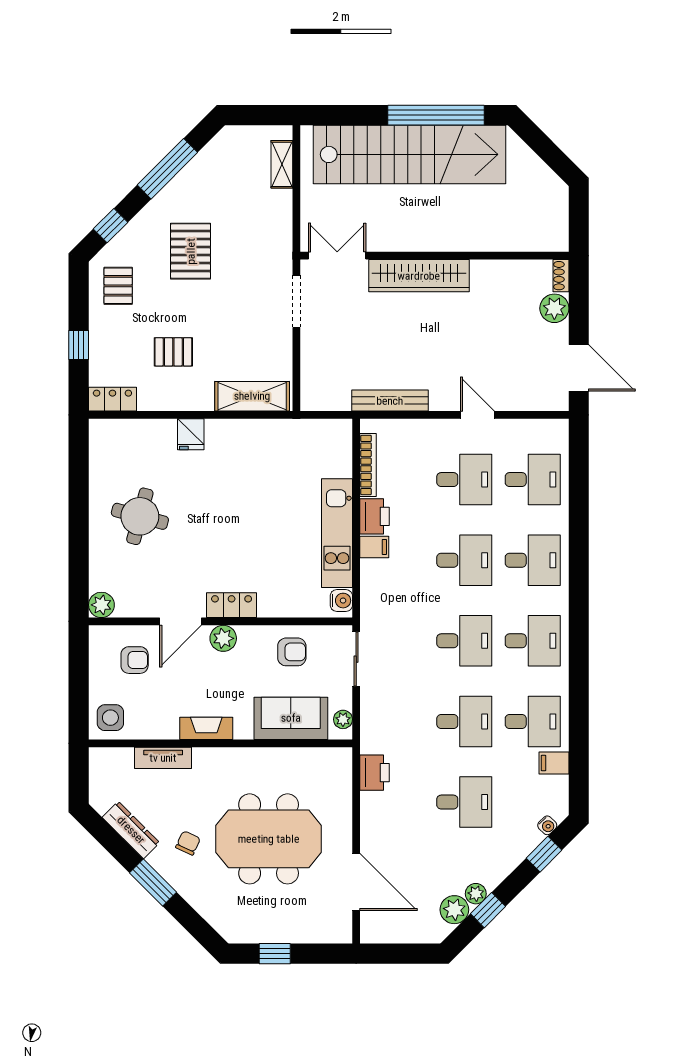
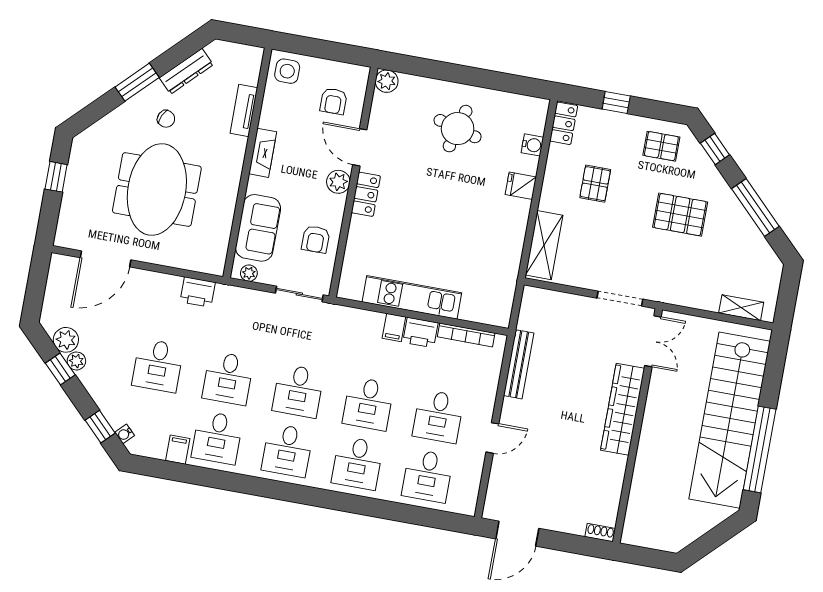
plant: (554, 308) -> (573, 522), removed
water cooler: (341, 601) -> (532, 145), moved, turned -90

